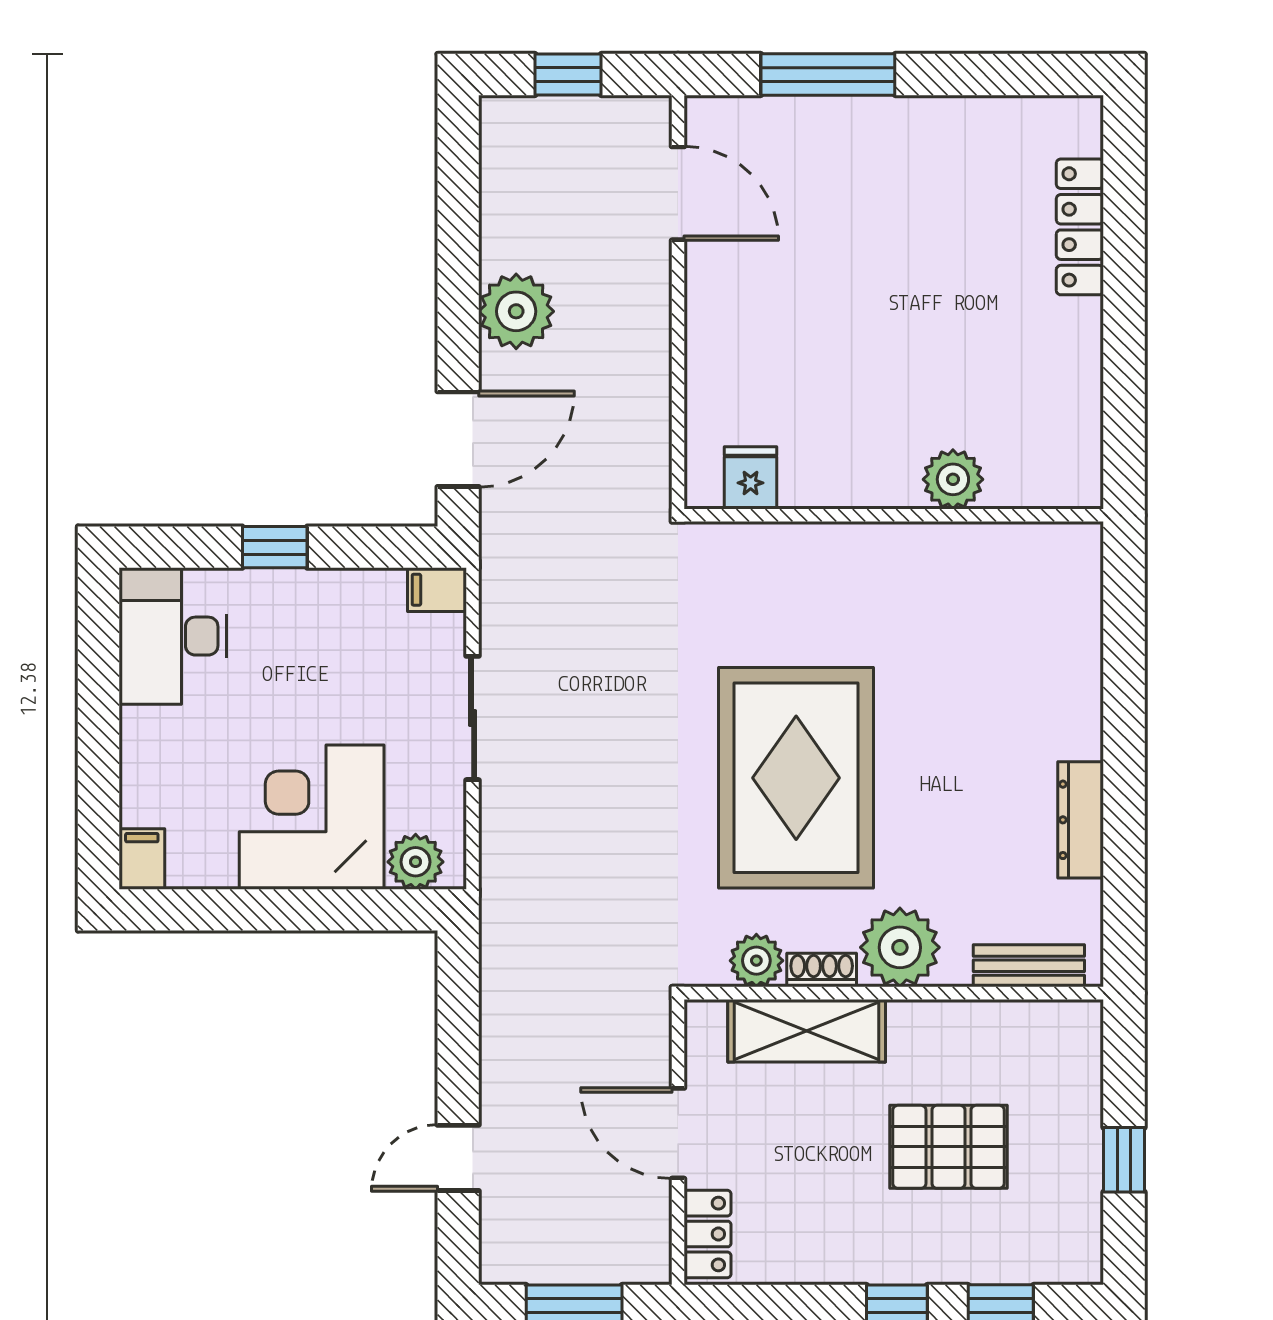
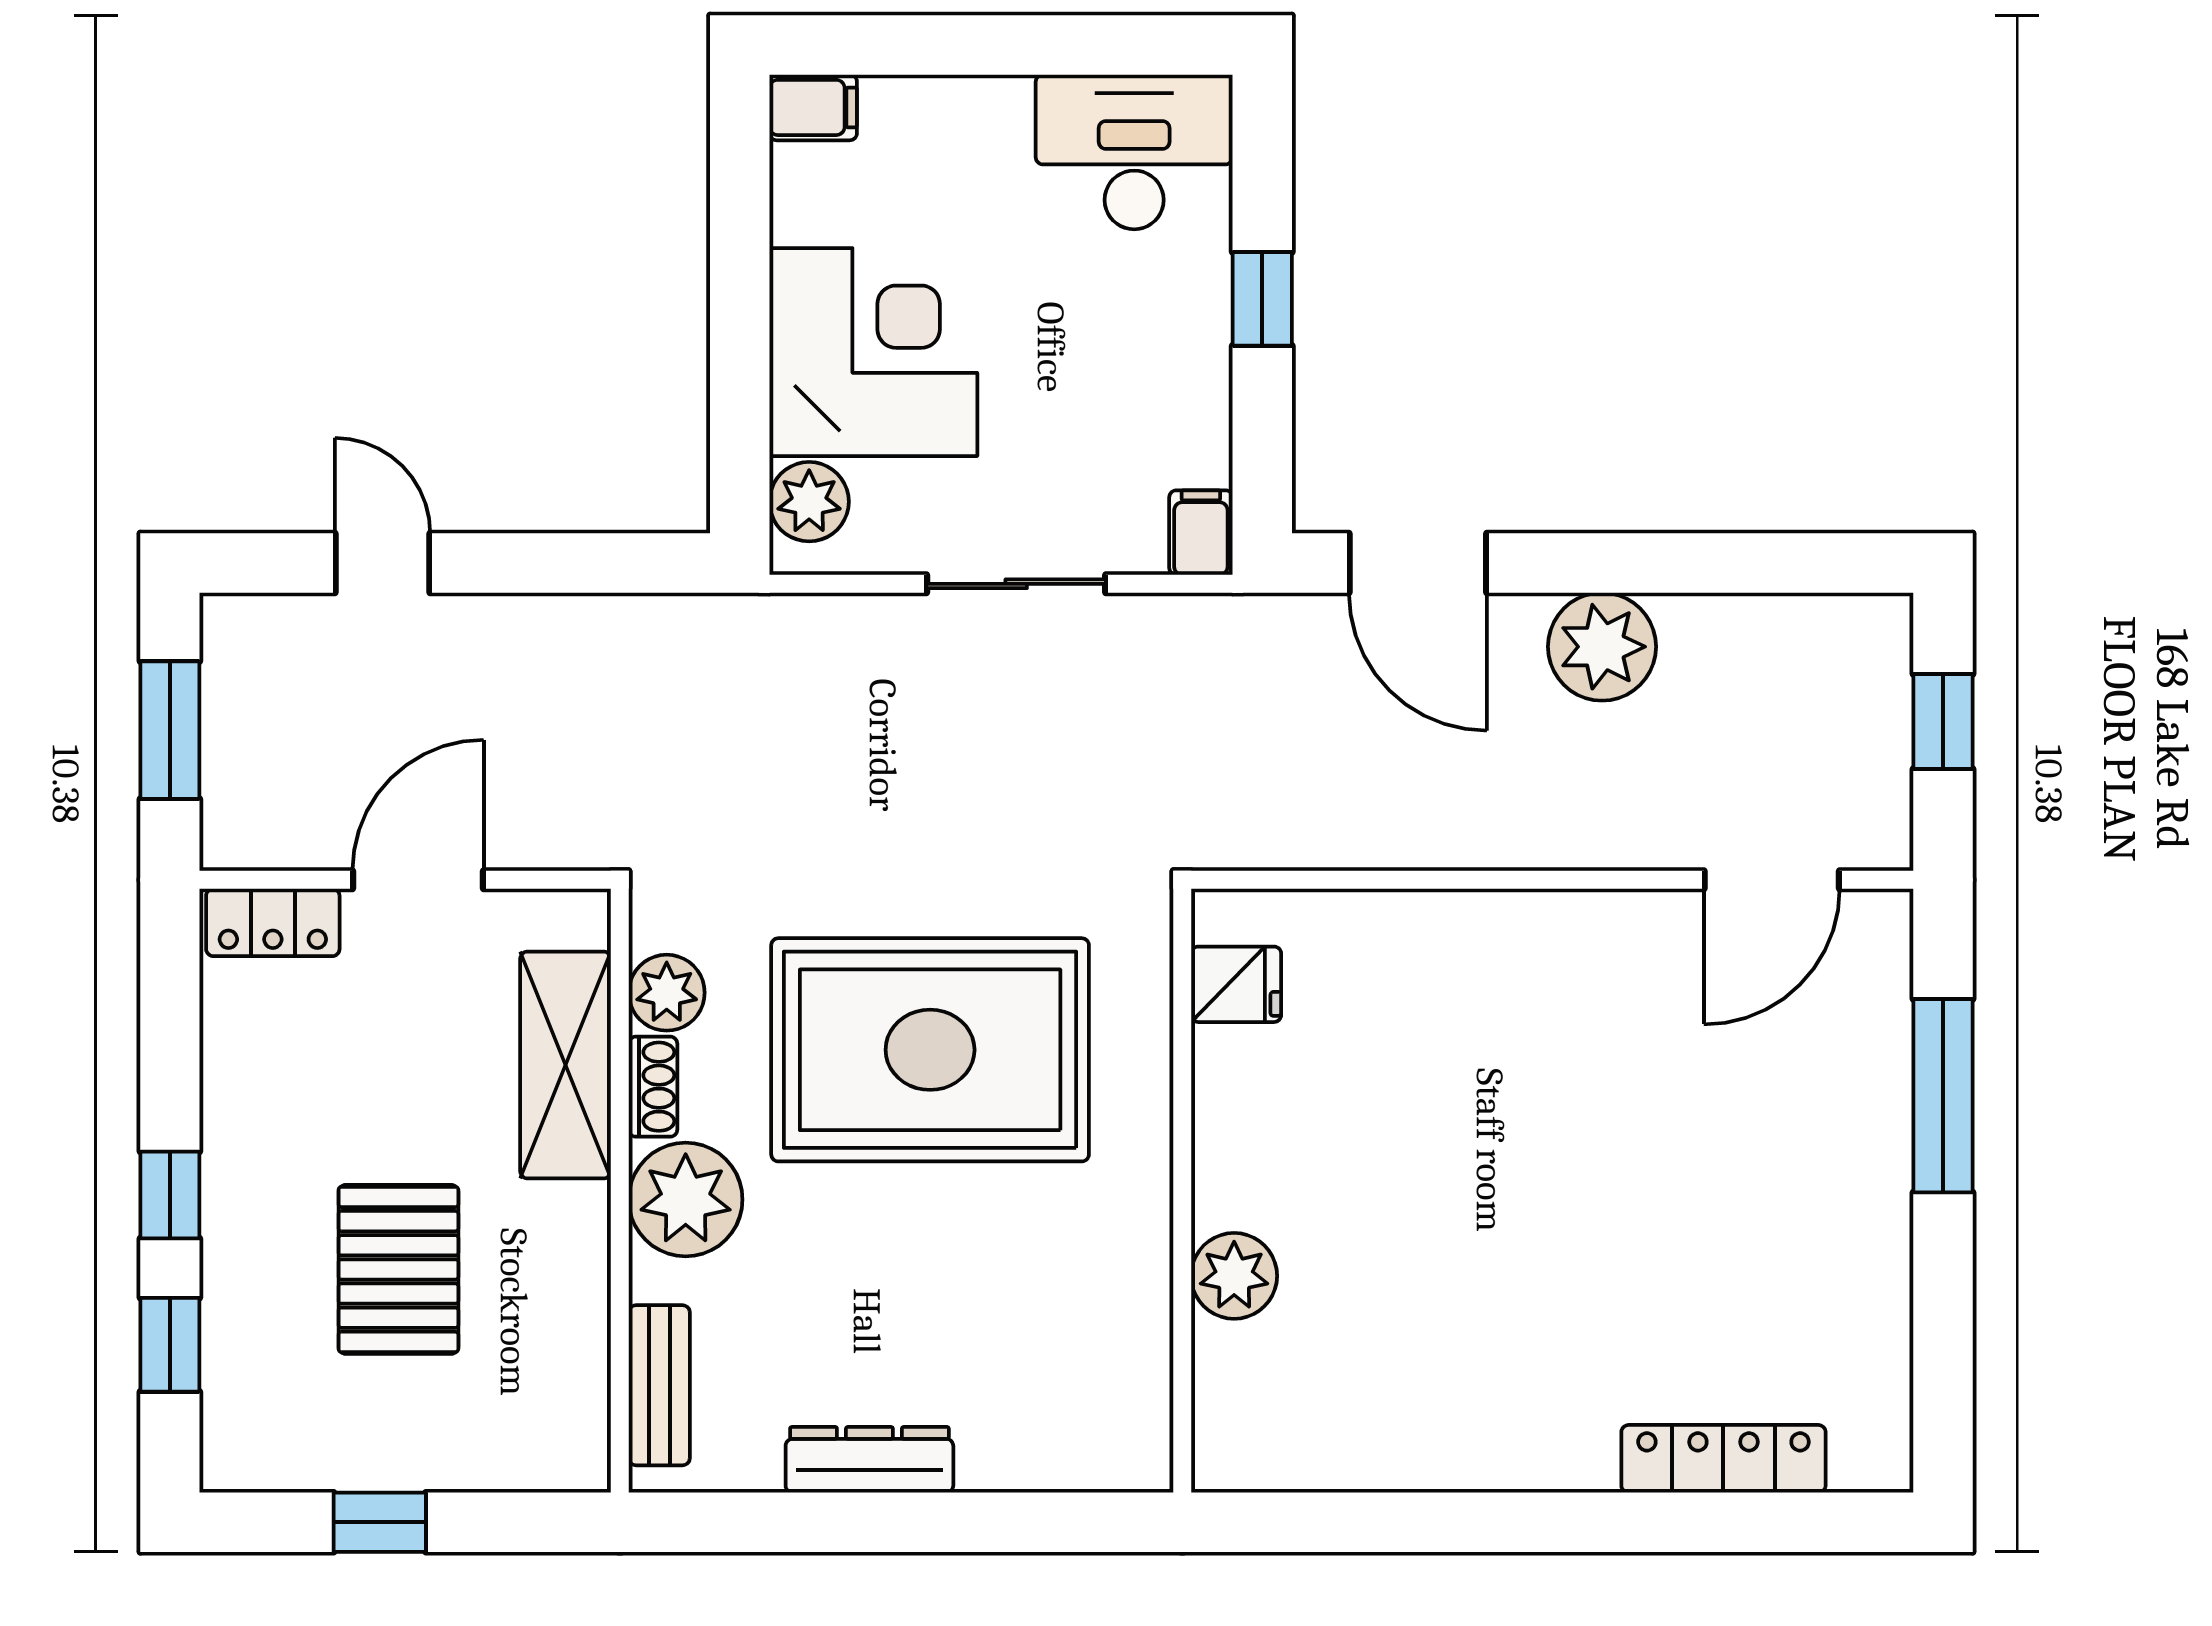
fridge: (751, 478) -> (1236, 984), moved
plant: (953, 479) -> (1234, 1276), moved
wall: (894, 515) -> (1182, 1191), moved

